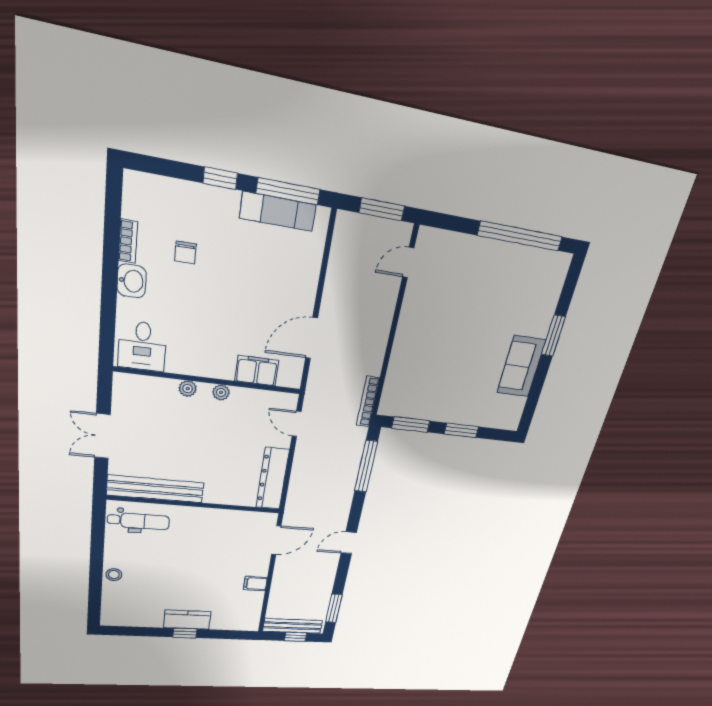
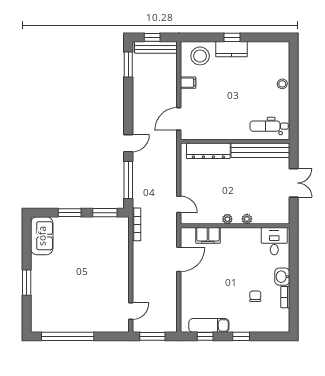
window: (288, 191) -> (205, 336), width x0.46
sofa: (521, 366) -> (42, 236), moved
dresser: (272, 479) -> (208, 151), moved, turned 90
door: (349, 543) -> (128, 143), moved
stool: (233, 614) -> (200, 56), added

